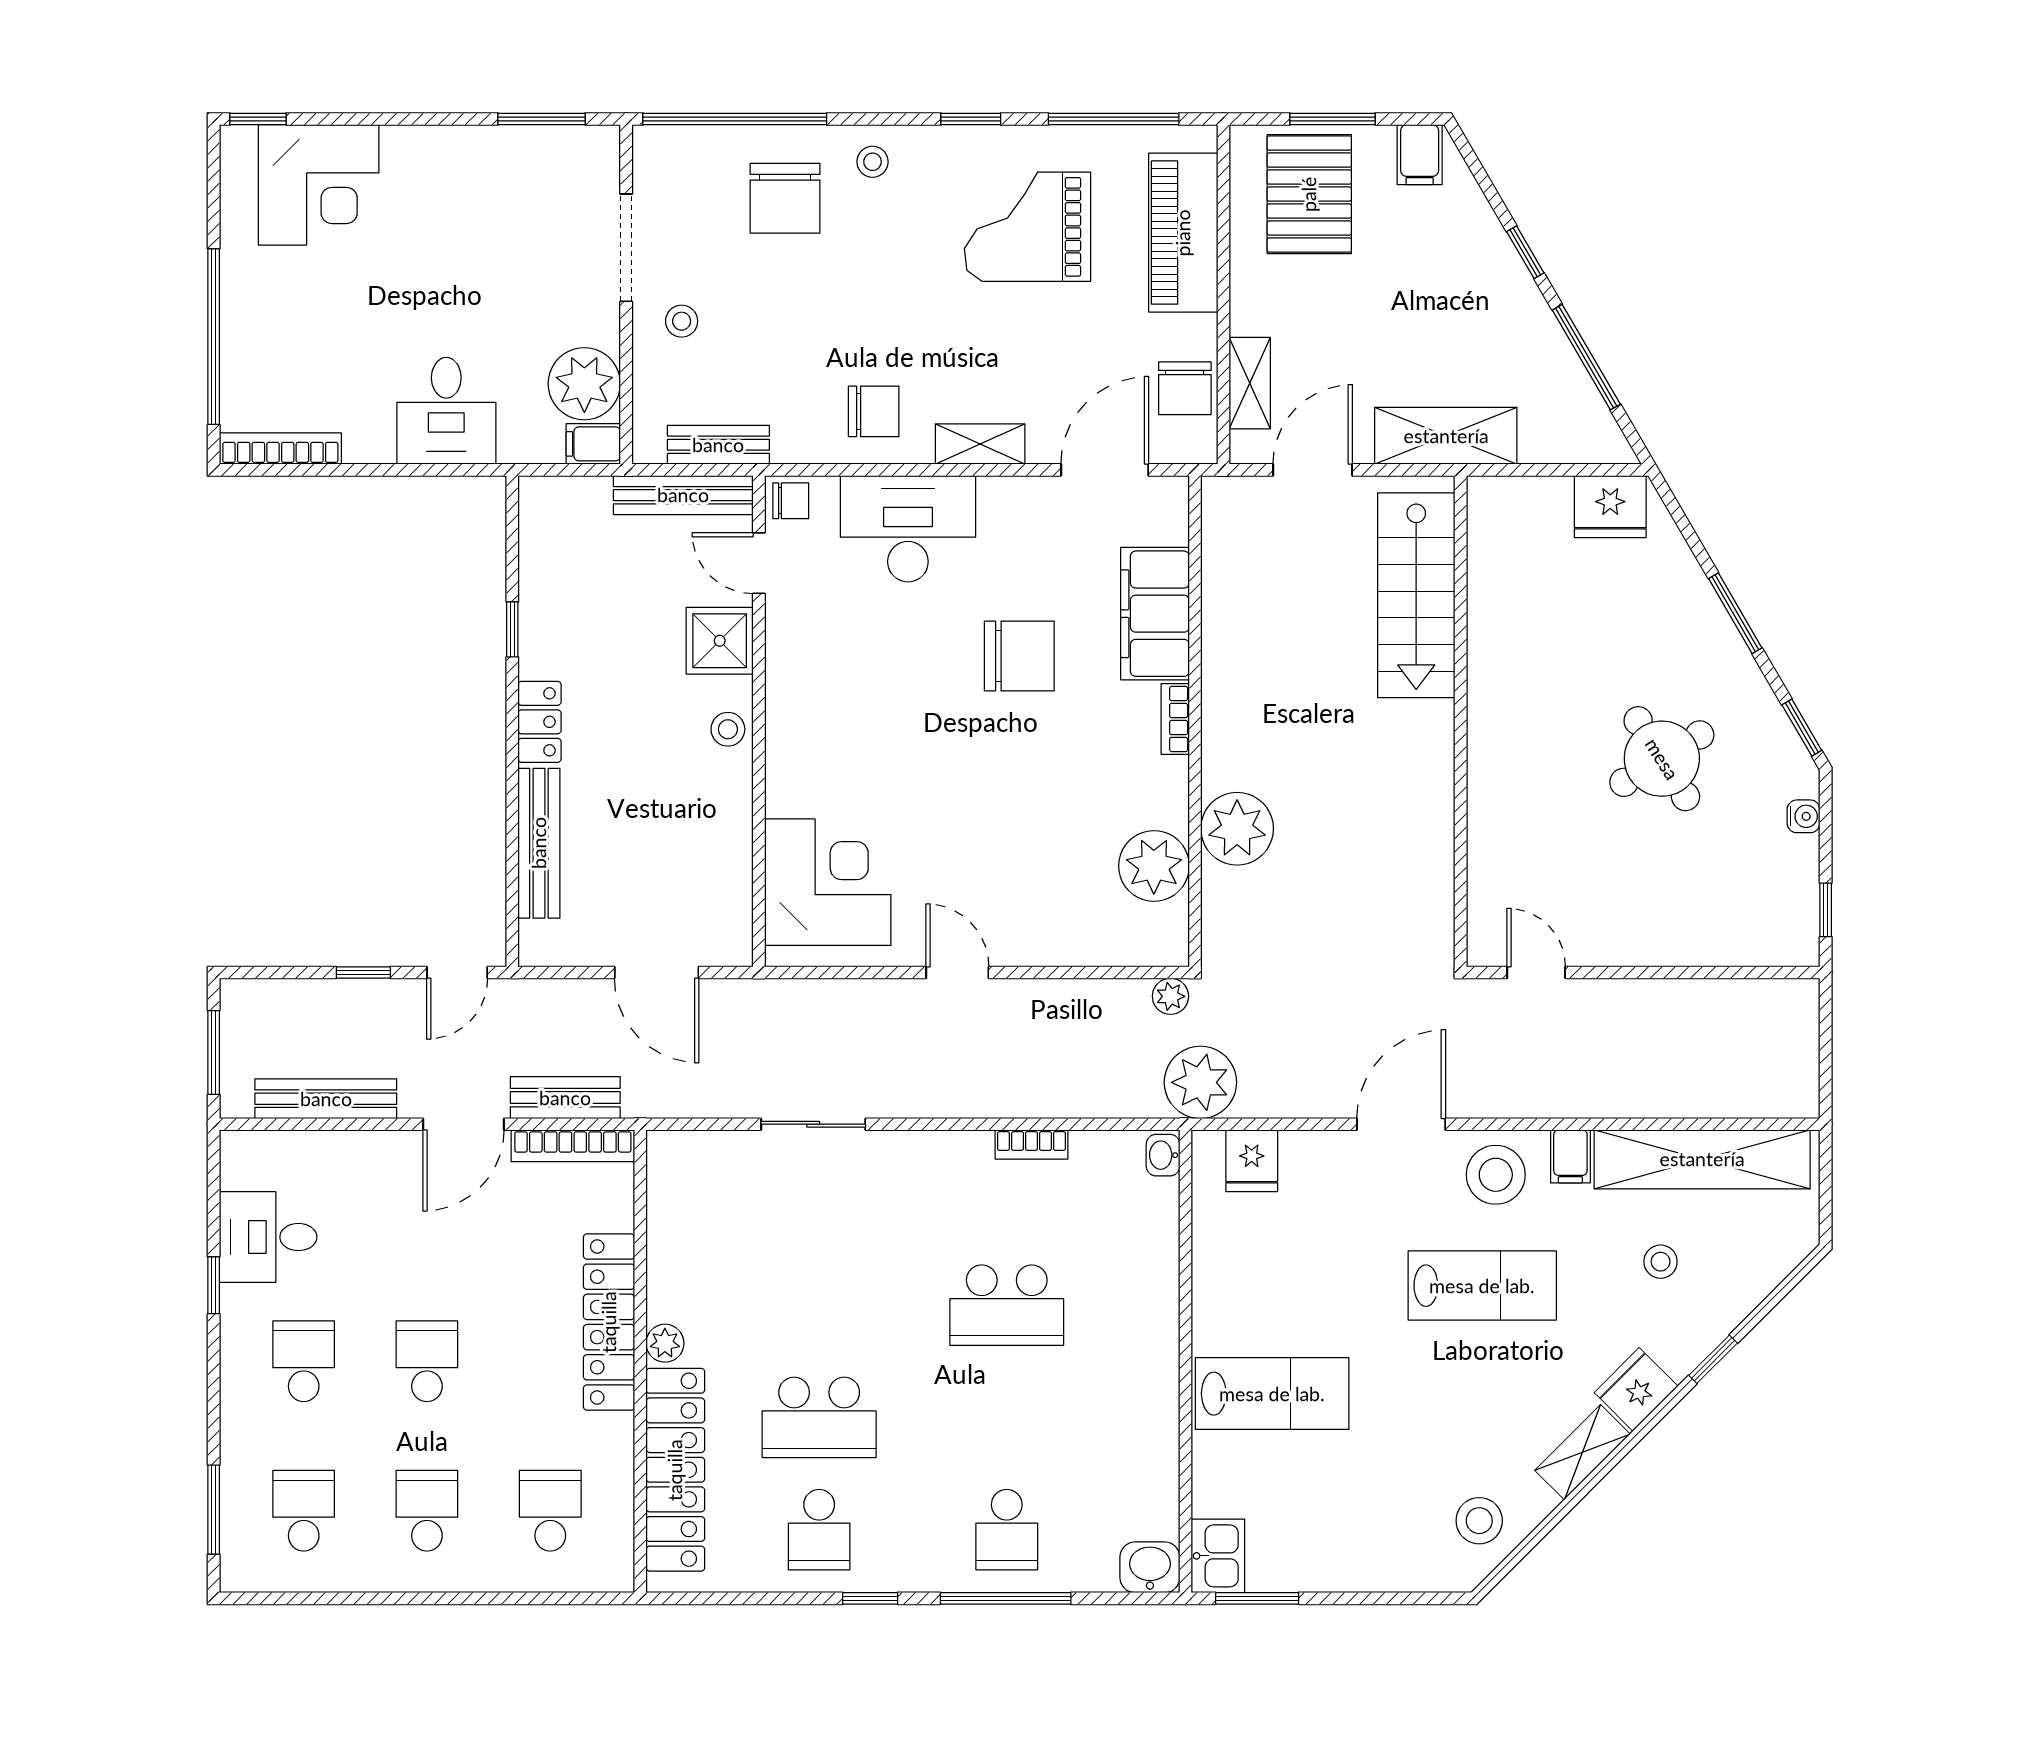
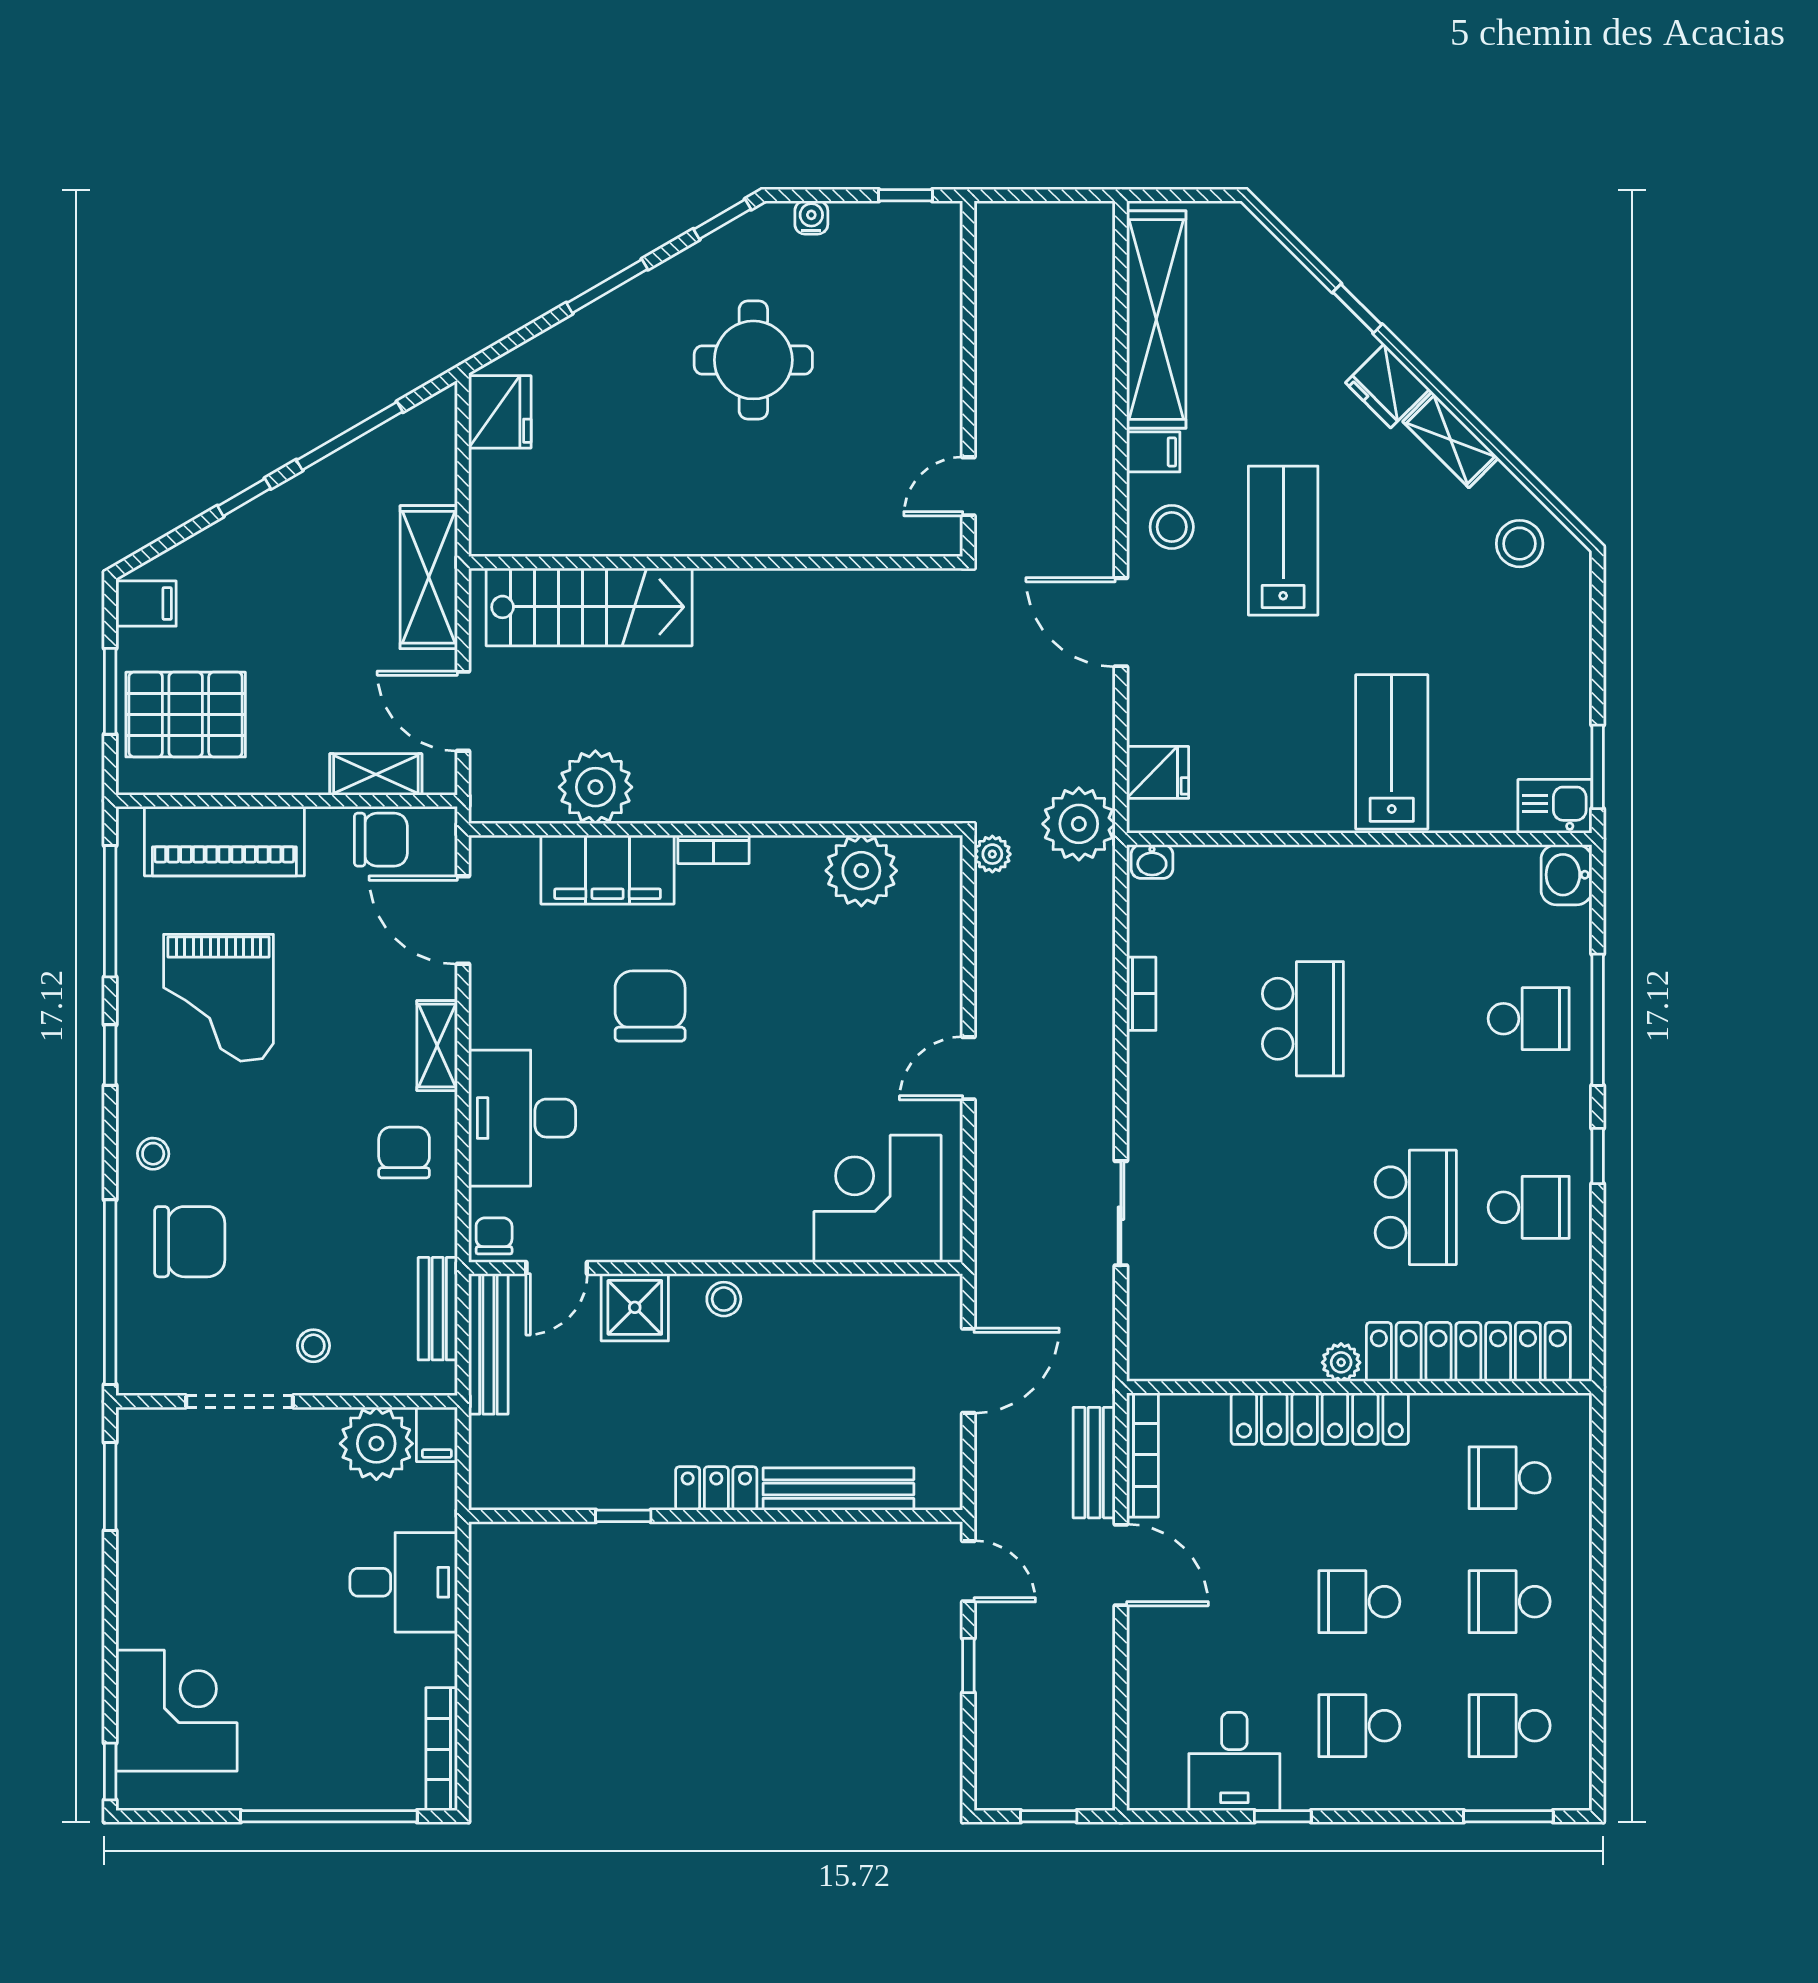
round table: (1662, 759) -> (753, 360), turned 32
plant: (1237, 829) -> (595, 787), moved
window: (214, 1052) -> (1049, 1816), width x0.67
bench: (326, 1099) -> (1095, 1703), removed
stool: (1496, 1175) -> (1172, 527), width x0.73, depth x0.73
stool: (1661, 1262) -> (1259, 361), removed

